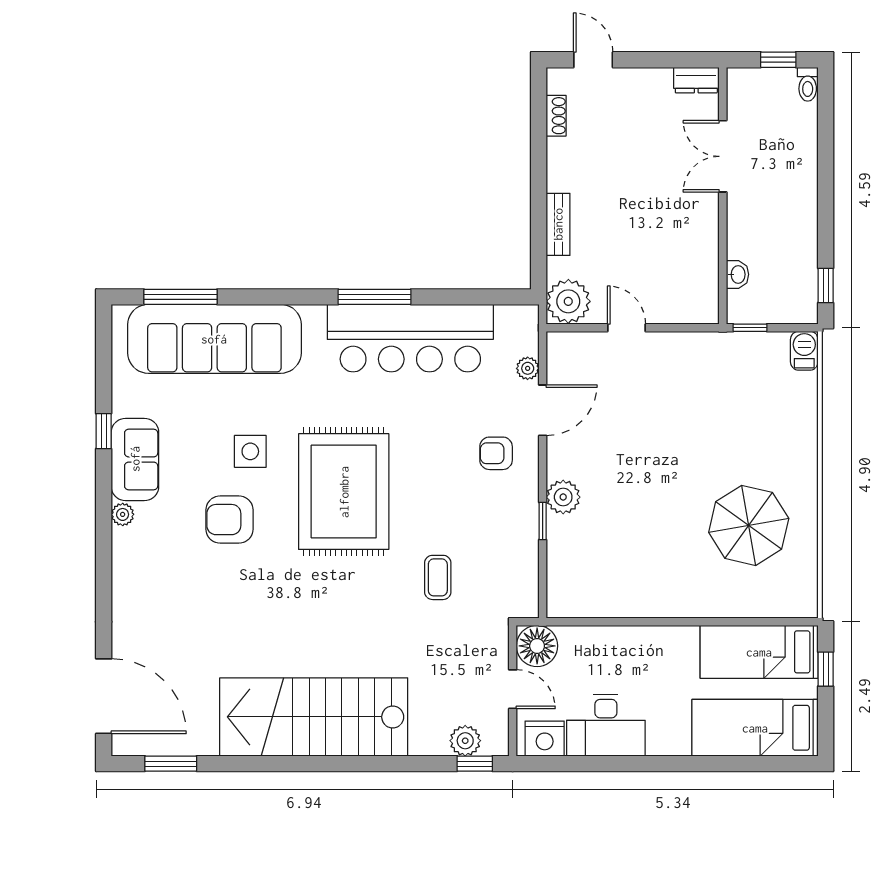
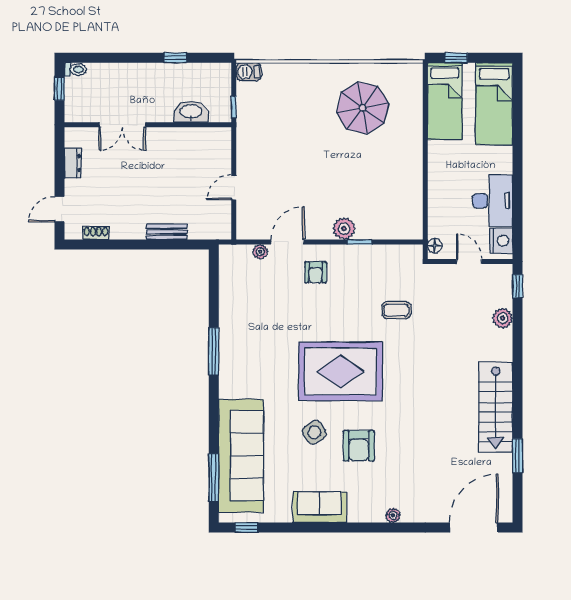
dresser: (696, 80) -> (73, 163), moved
washbasin: (737, 274) -> (191, 112), width x1.91, depth x1.45
window: (826, 285) -> (175, 58), moved
plant: (568, 301) -> (217, 225), removed
bar counter: (410, 338) -> (241, 328), removed
door: (543, 410) -> (288, 242), hinge flipped
window: (104, 431) -> (247, 528), moved
side table: (250, 451) -> (314, 432), turned -34
plant: (123, 514) -> (393, 515), moved
floor lamp: (537, 646) -> (435, 246), width x0.53, depth x0.53
door: (513, 689) -> (469, 261), hinge flipped
stairs: (314, 717) -> (496, 407), width x0.73, depth x0.66
plant: (465, 741) -> (503, 318), moved
window: (171, 764) -> (518, 456), moved

